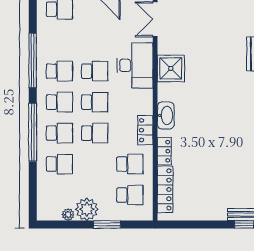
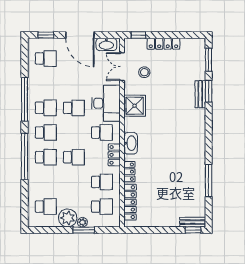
stool: (183, 26) -> (144, 72), added
school desk: (95, 102) -> (102, 133), moved
school desk: (59, 164) -> (46, 207), moved
plant: (68, 215) -> (83, 222), moved

